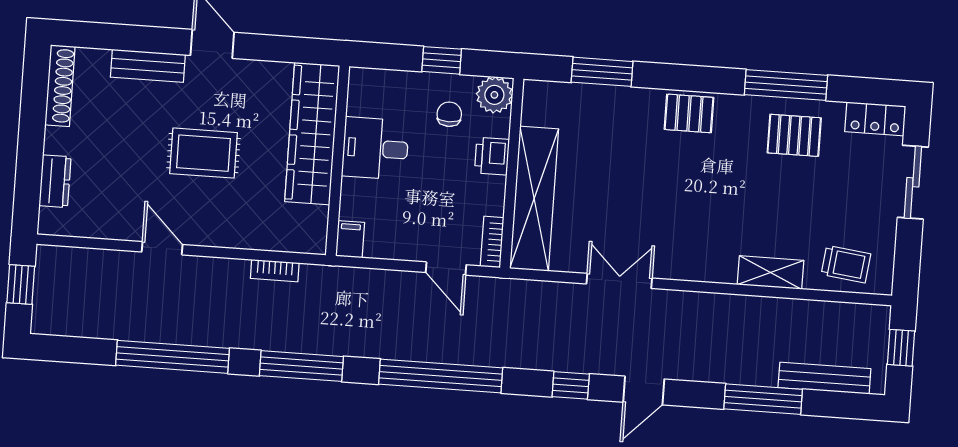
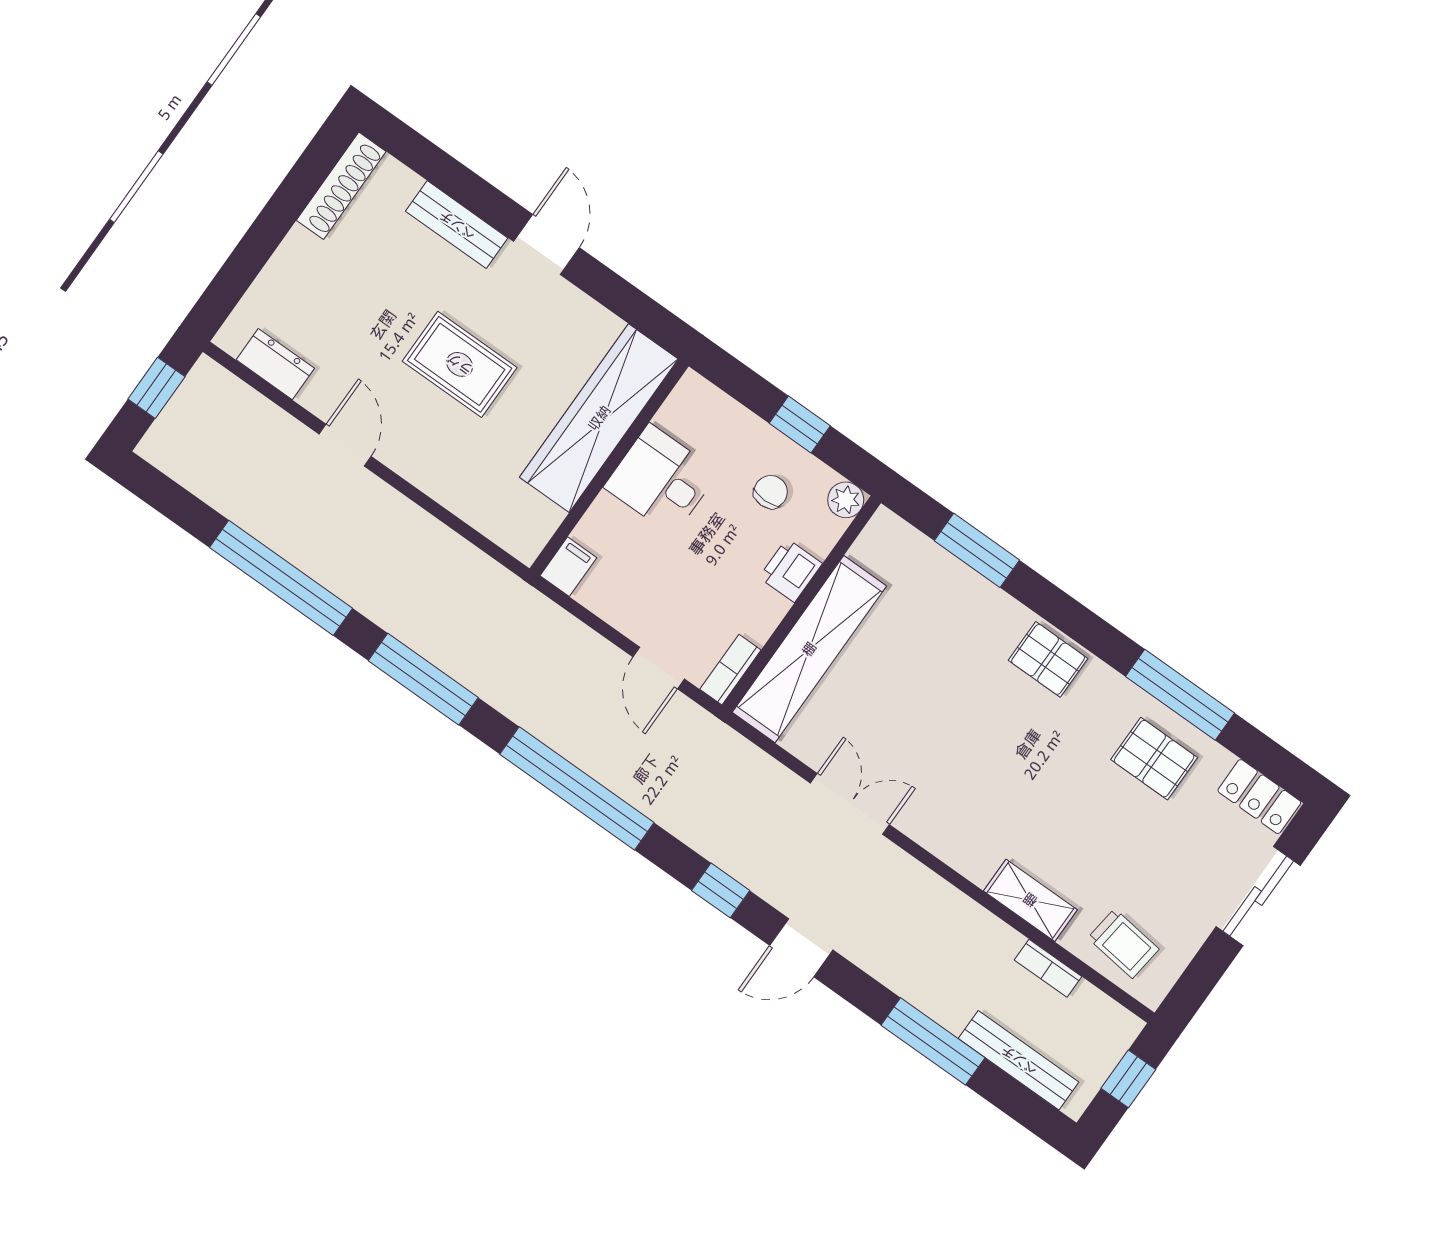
plant: (494, 95) -> (846, 500), width x0.73, depth x0.73
dresser: (55, 181) -> (275, 364), moved, turned -90
bookcase: (275, 271) -> (1048, 968), moved

